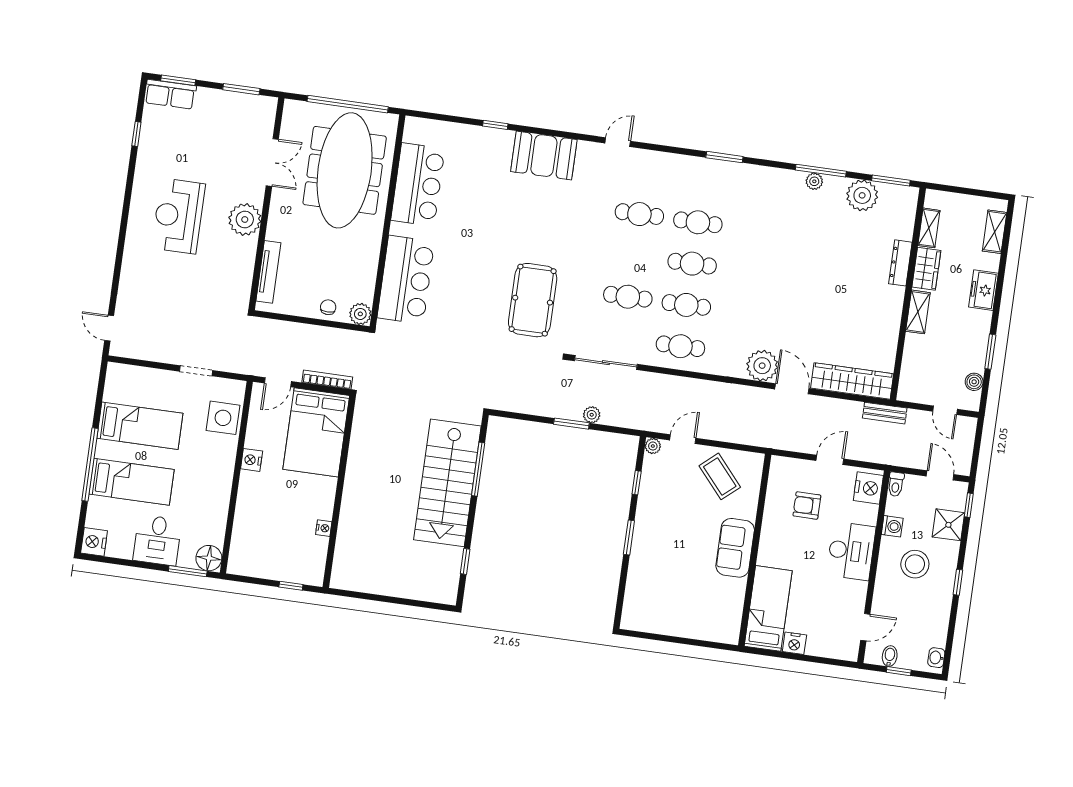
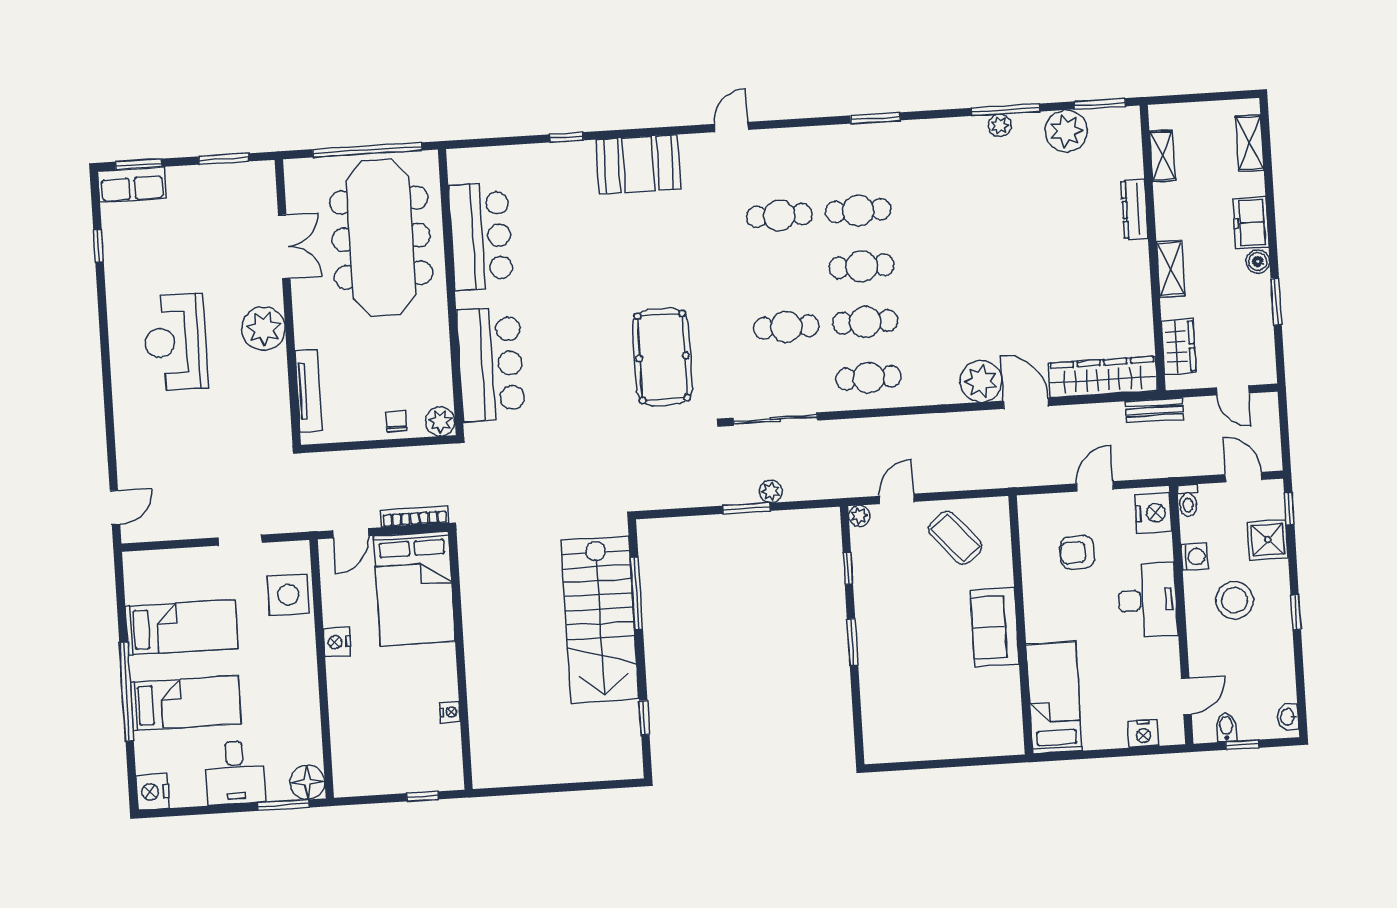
wardrobe: (926, 269) -> (1179, 347), moved
door: (109, 328) -> (115, 508), swing flipped
boiler: (974, 382) -> (1258, 262), moved
nightstand: (794, 643) -> (1143, 733), moved

